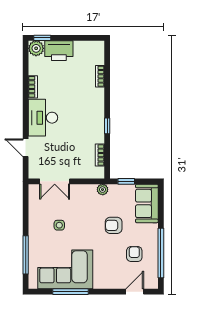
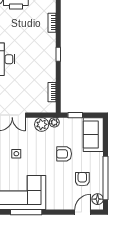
window: (107, 126) -> (58, 54), moved
plant: (88, 192) -> (42, 124), added
floor lamp: (152, 277) -> (98, 199), added

